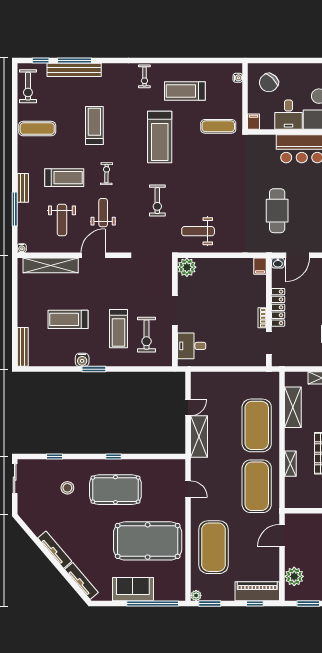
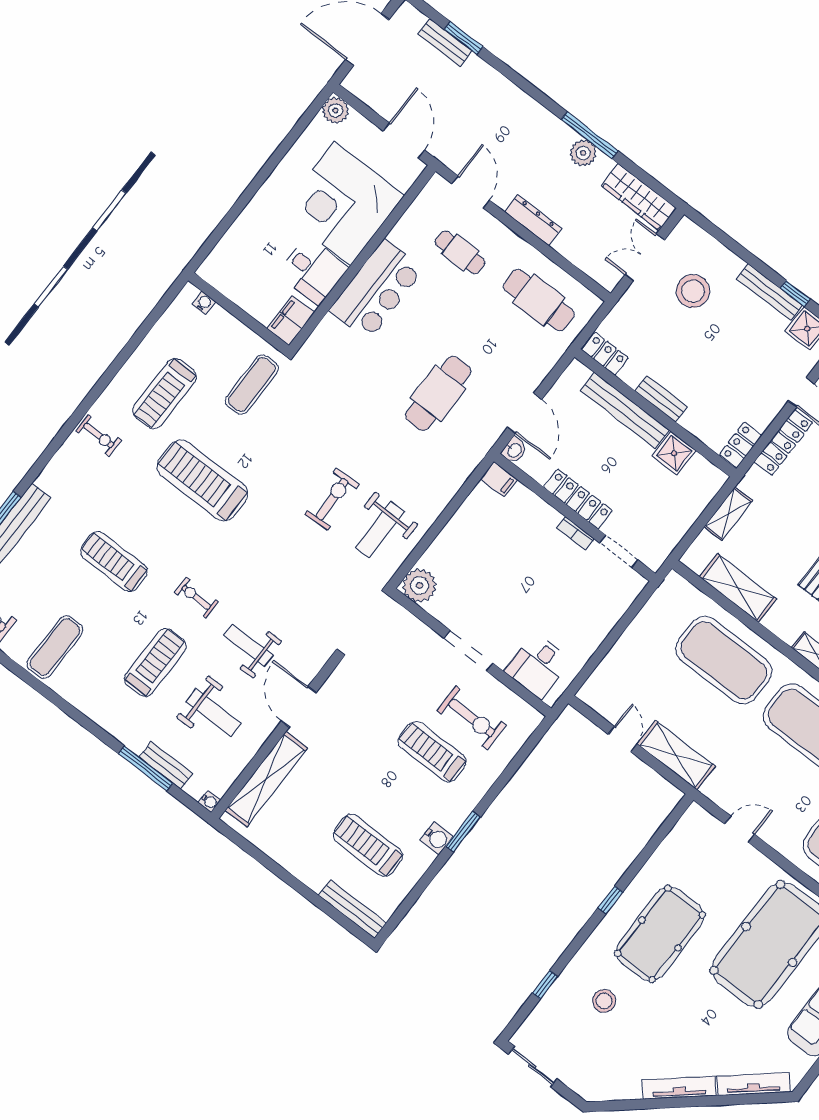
chair: (269, 83) -> (245, 264), removed
filing cabinet: (253, 122) -> (291, 321), width x2.00
treadmill: (160, 137) -> (202, 480), turned 180
bench: (23, 188) -> (166, 765), moved
exercise bike: (157, 201) -> (332, 499), moved, turned -93
cafe table: (277, 211) -> (438, 393), turned 90
treadmill: (68, 319) -> (368, 845), moved, turned 90
treadmill: (119, 329) -> (432, 752), turned 180

